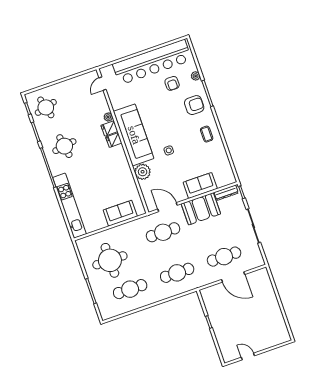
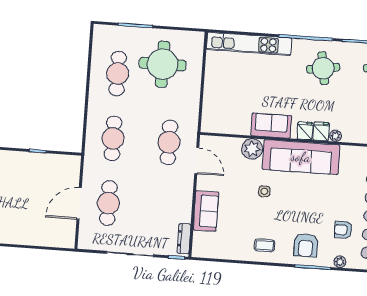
door: (168, 207) -> (197, 161), hinge flipped
booth: (201, 209) -> (178, 200), removed
sofa: (120, 213) -> (271, 126), moved, turned -90

